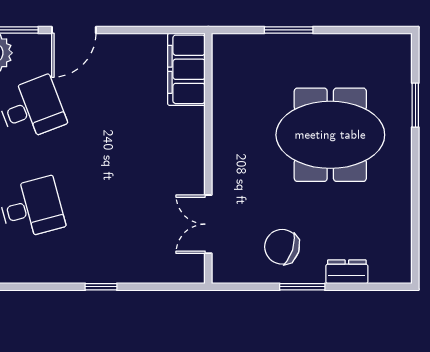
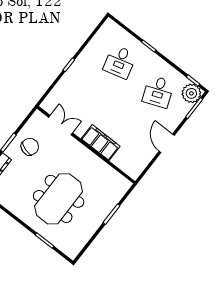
door: (74, 30) -> (167, 143), moved
filing cabinet: (186, 69) -> (101, 143), moved

